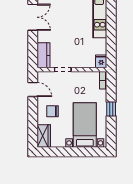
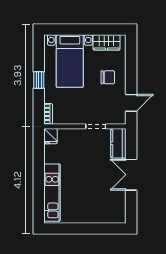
double door: (33, 17) -> (131, 175), moved
door: (33, 90) -> (131, 103), swing flipped
wardrobe: (44, 136) -> (107, 42), moved, turned -90

